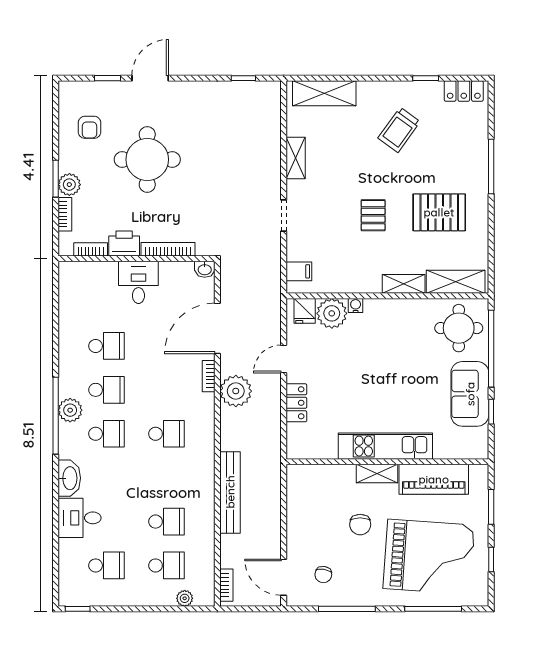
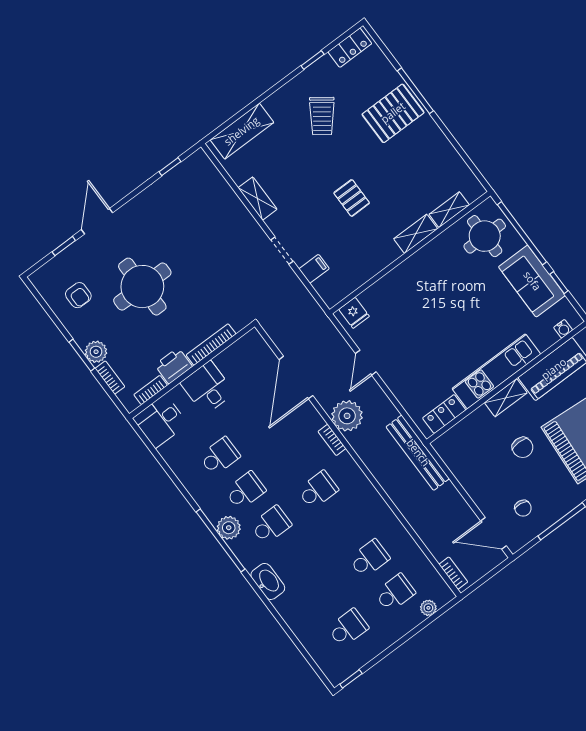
pallet: (439, 212) -> (393, 113), moved
washbasin: (205, 269) -> (252, 339), removed
filing cabinet: (299, 271) -> (314, 269), moved
shelving: (456, 282) -> (449, 210), width x0.67, depth x0.75
water cooler: (356, 305) -> (563, 329), moved, turned 180
plant: (332, 313) -> (377, 299), removed
bookcase: (209, 376) -> (332, 440), moved
locker: (296, 403) -> (444, 414), moved, turned -90
bench: (230, 492) -> (418, 453), moved
desk: (80, 518) -> (160, 421), moved

